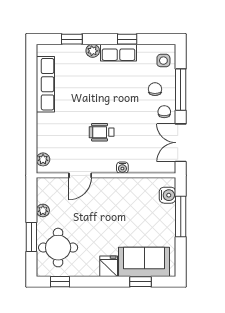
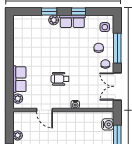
window: (72, 39) -> (49, 12), moved
row of seats: (45, 84) -> (19, 79), moved, width x0.68
door: (80, 175) -> (45, 110), hinge flipped

